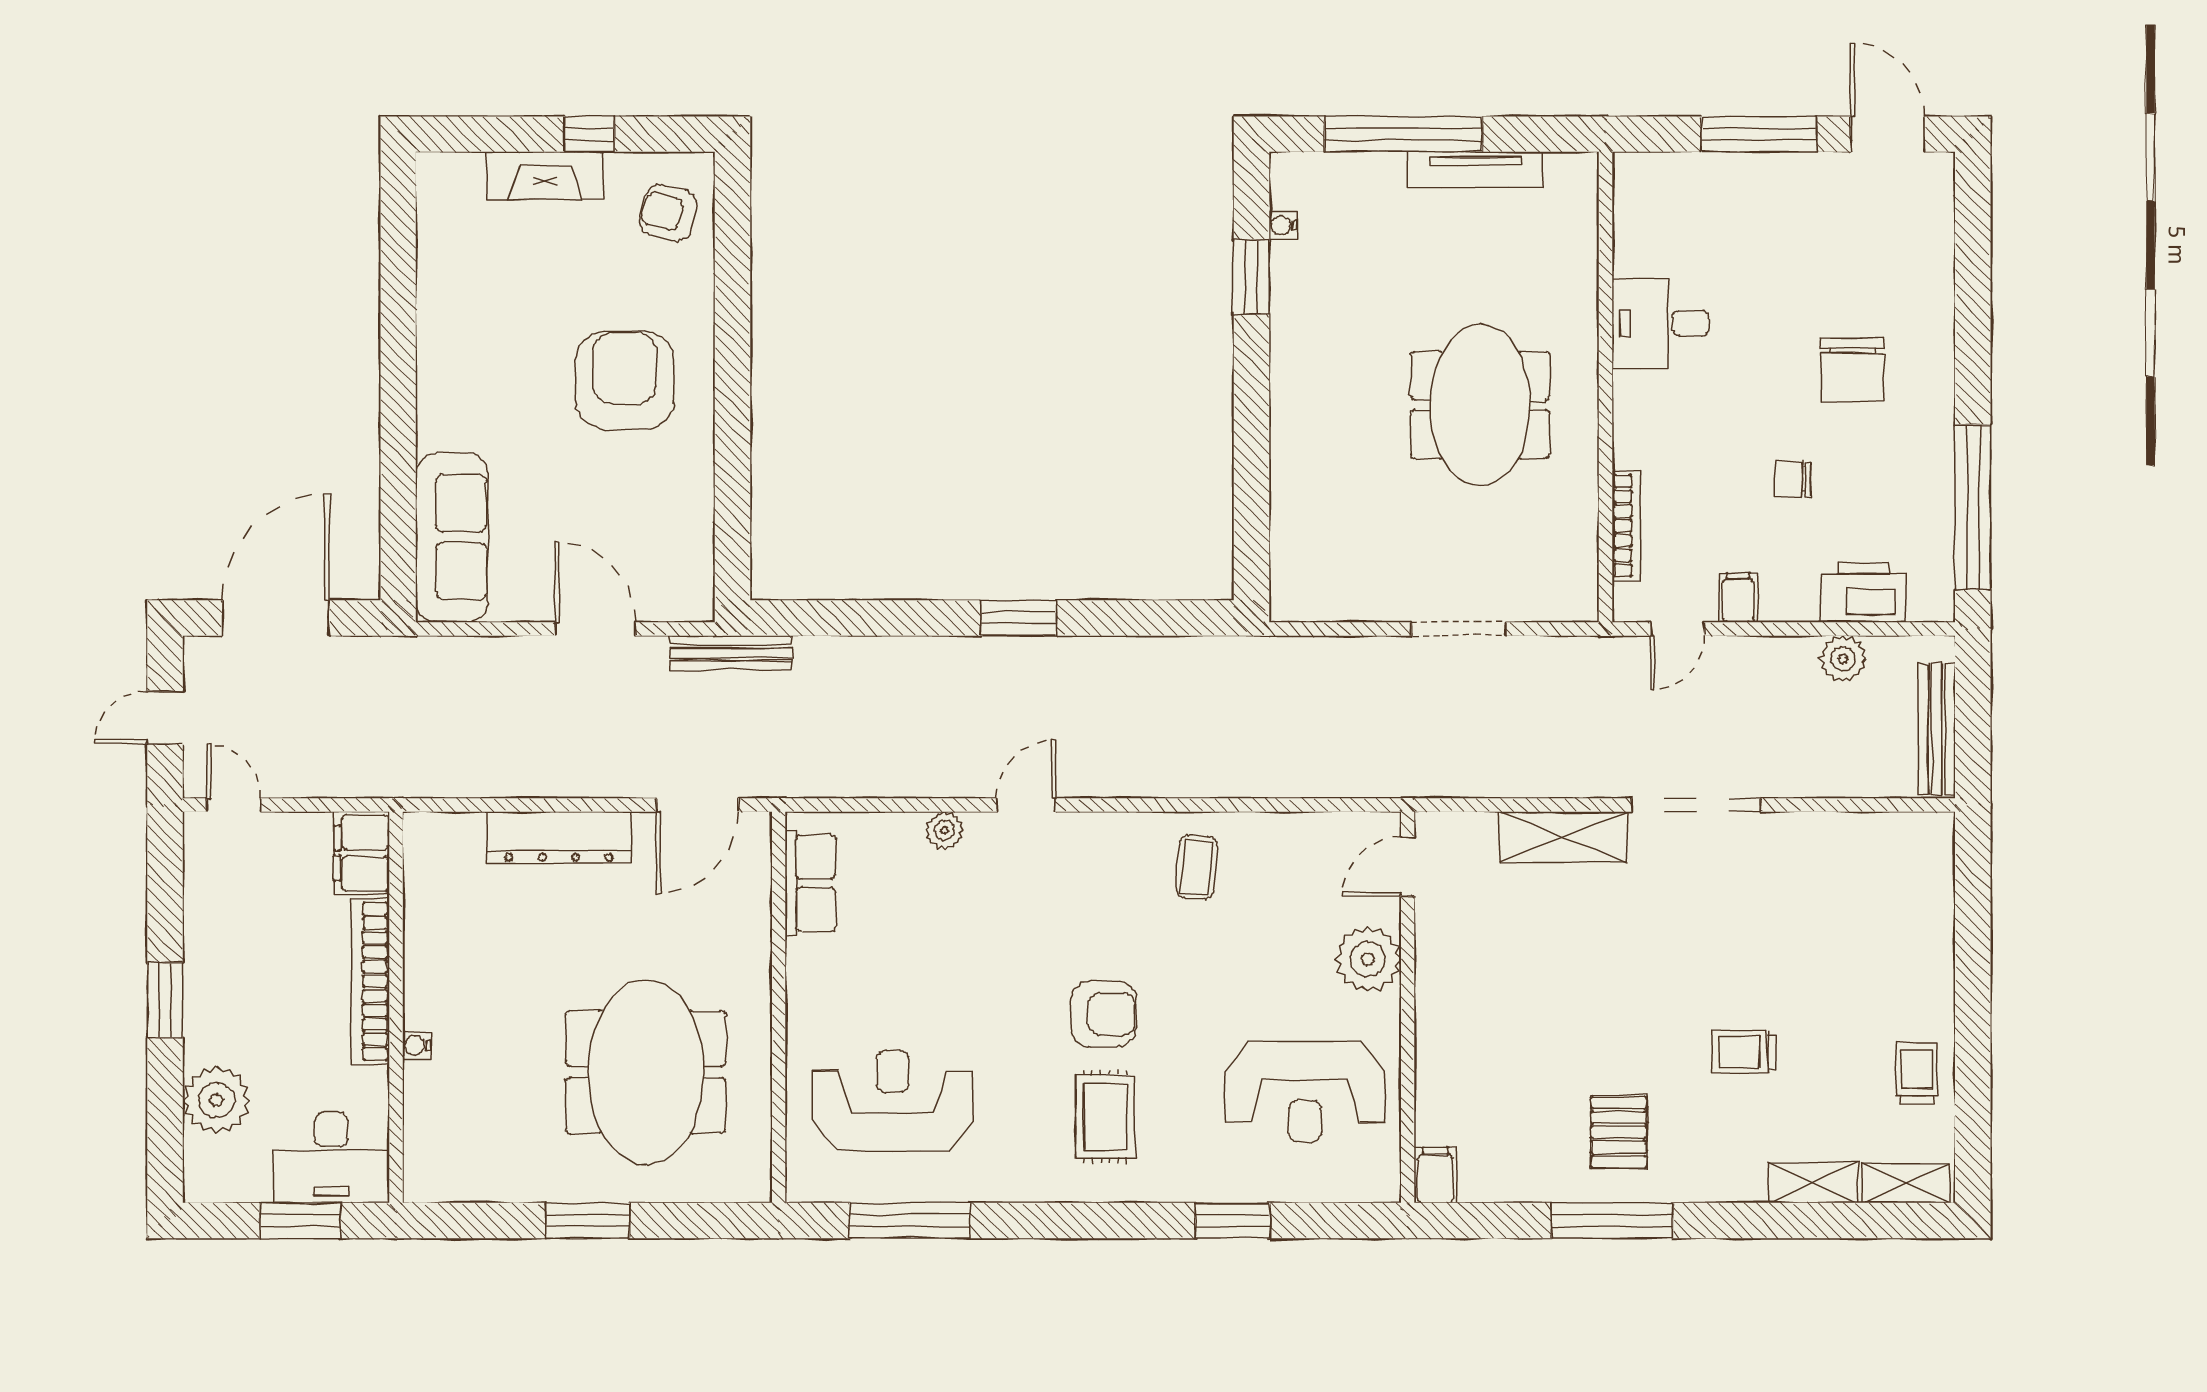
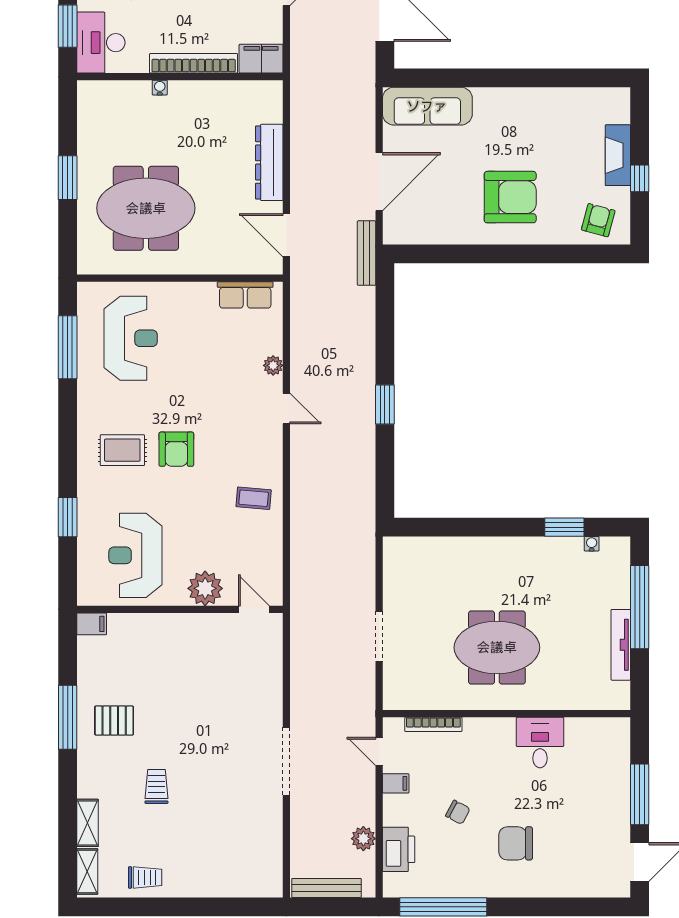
chair: (1793, 479) -> (458, 812), turned 118
door: (595, 629) -> (379, 182), width x1.36
shelving: (1563, 837) -> (270, 691), removed

